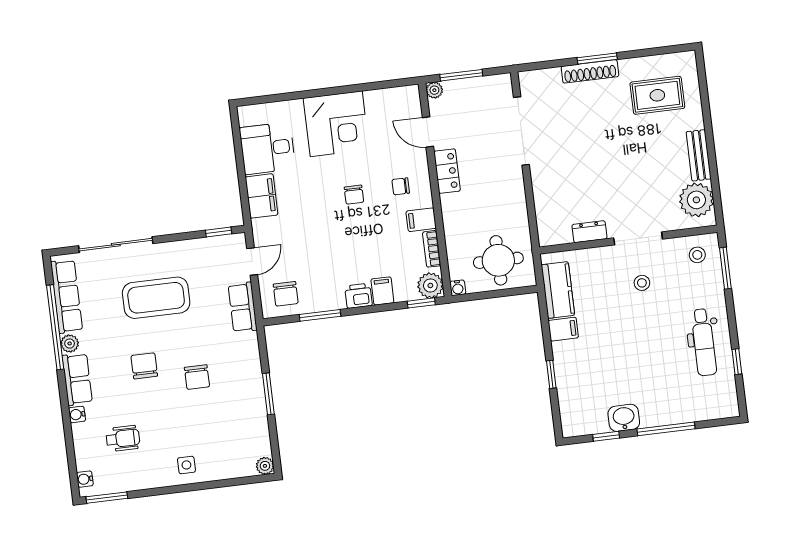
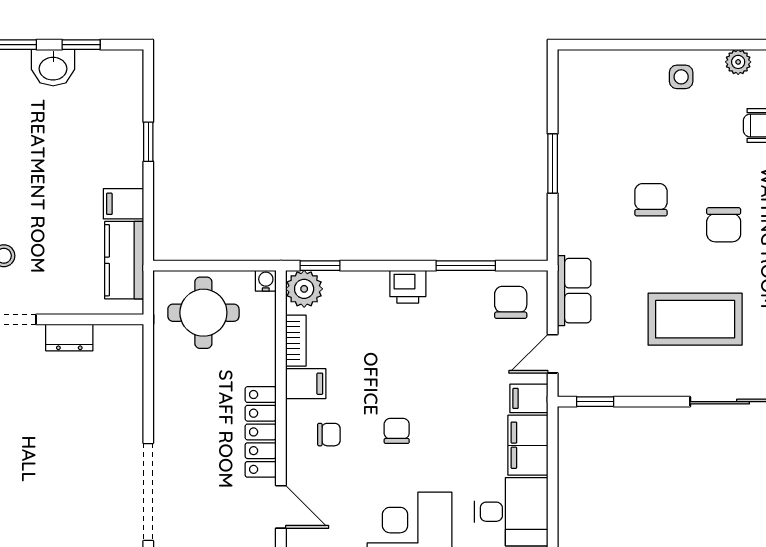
locker: (447, 171) -> (261, 432), width x1.53
filing cabinet: (382, 291) -> (529, 398), moved, turned 90
plant: (265, 466) -> (738, 62), moved

